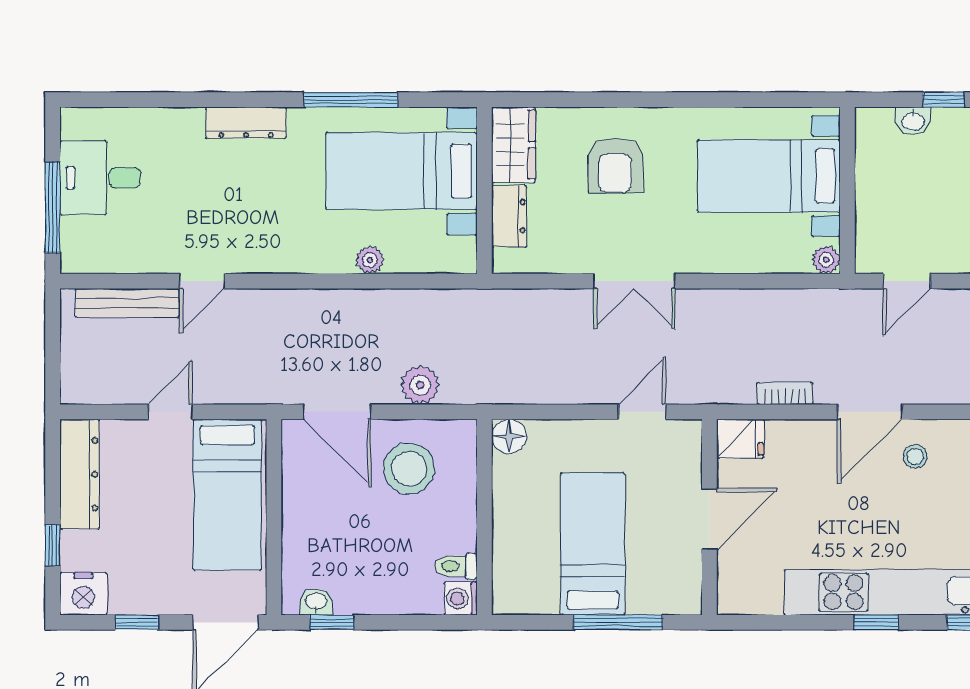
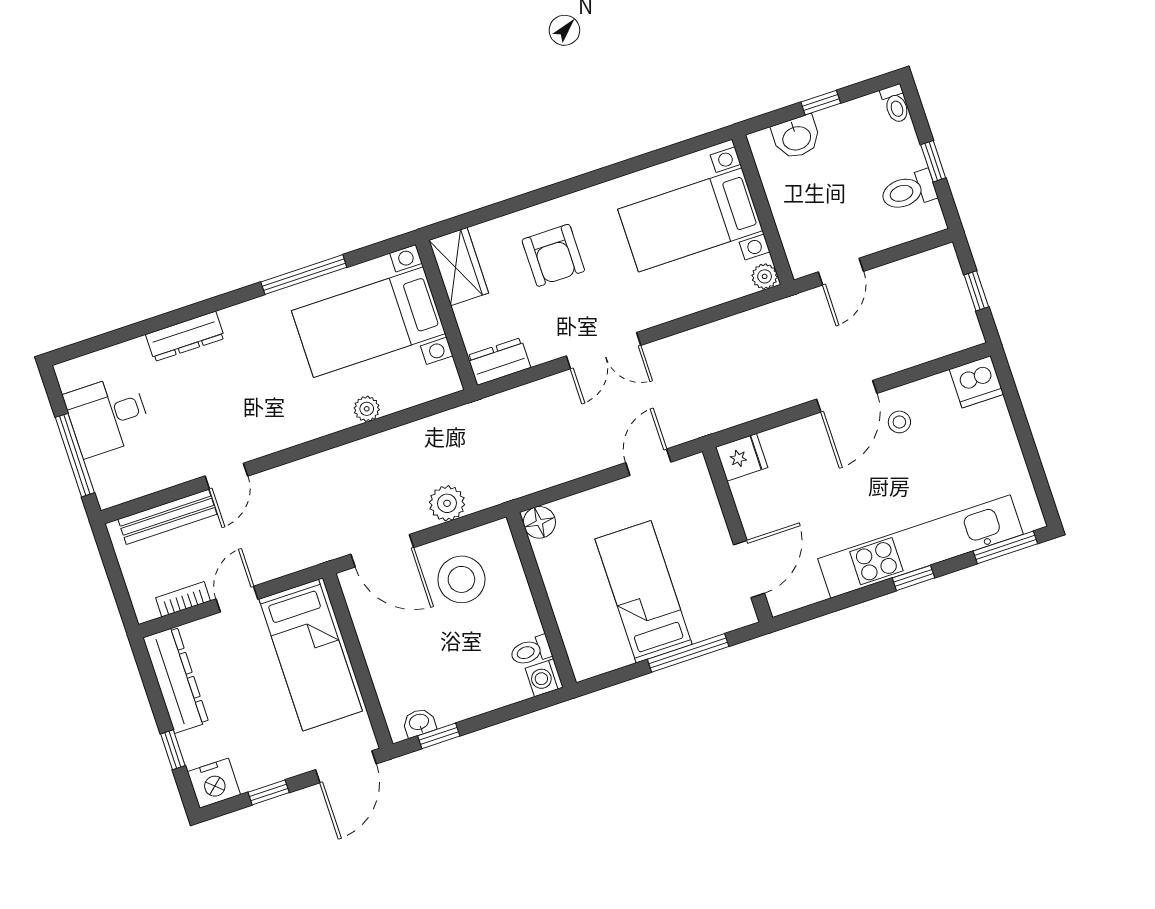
washbasin: (913, 121) -> (796, 137), width x1.38, depth x1.45
dresser: (246, 123) -> (185, 336), moved
dresser: (509, 216) -> (499, 362), moved, turned -90
bookcase: (785, 393) -> (183, 599), moved
door: (709, 519) -> (749, 569), moved

